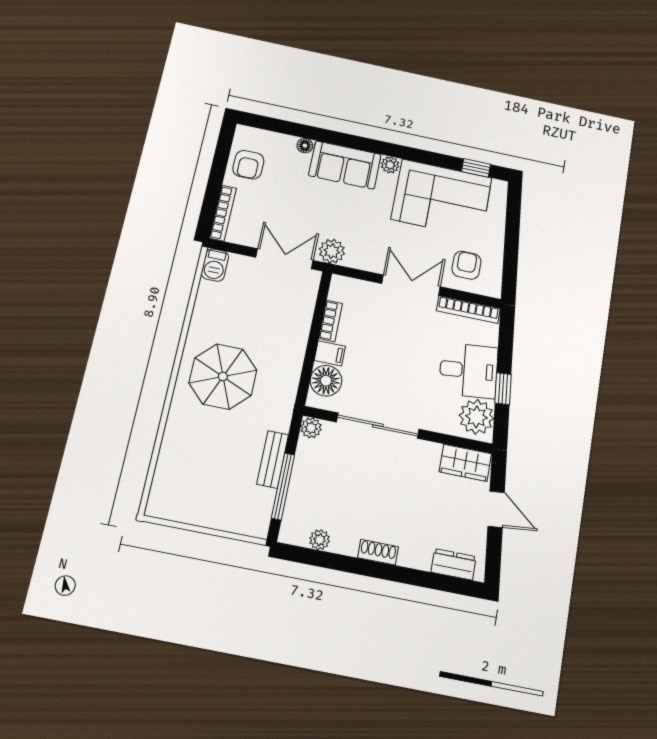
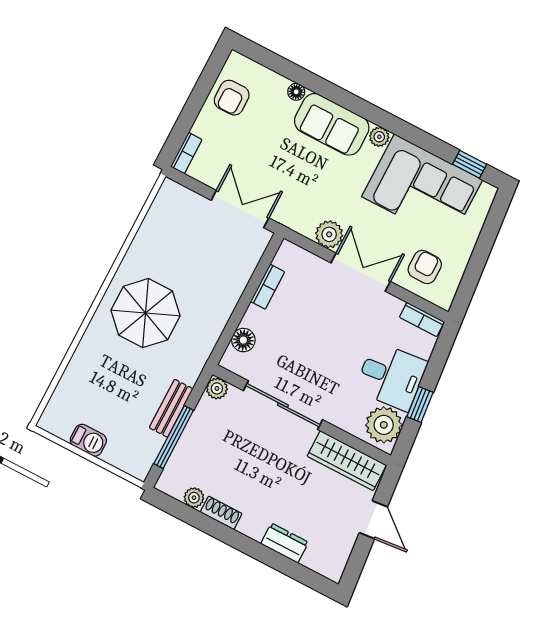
bookcase: (223, 213) -> (186, 153), width x0.64
plant: (332, 251) -> (329, 234), moved
barbecue: (215, 265) -> (88, 440), moved, turned -90
bookcase: (468, 310) -> (422, 320), width x0.64
filing cabinet: (330, 353) -> (257, 320), removed
floor lamp: (326, 381) -> (243, 340), width x0.73, depth x0.73
wardrobe: (465, 463) -> (347, 461), width x1.50
shoe rack: (378, 552) -> (221, 513), moved
dresser: (454, 564) -> (285, 543), moved

